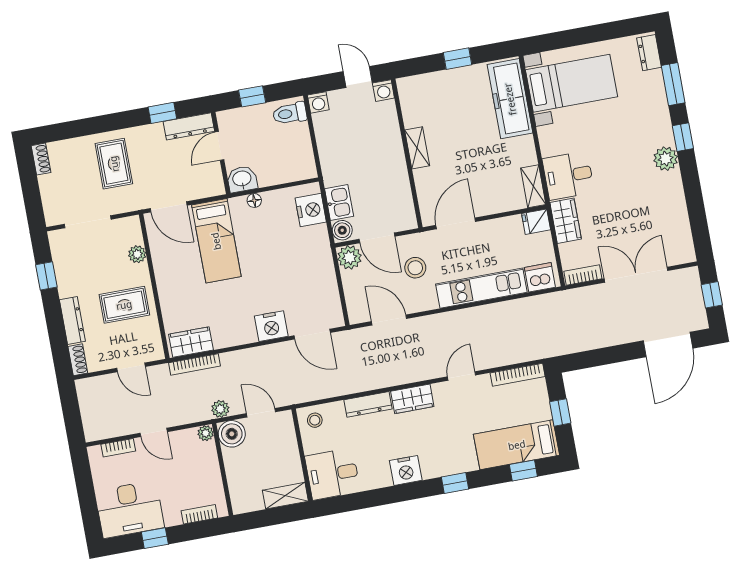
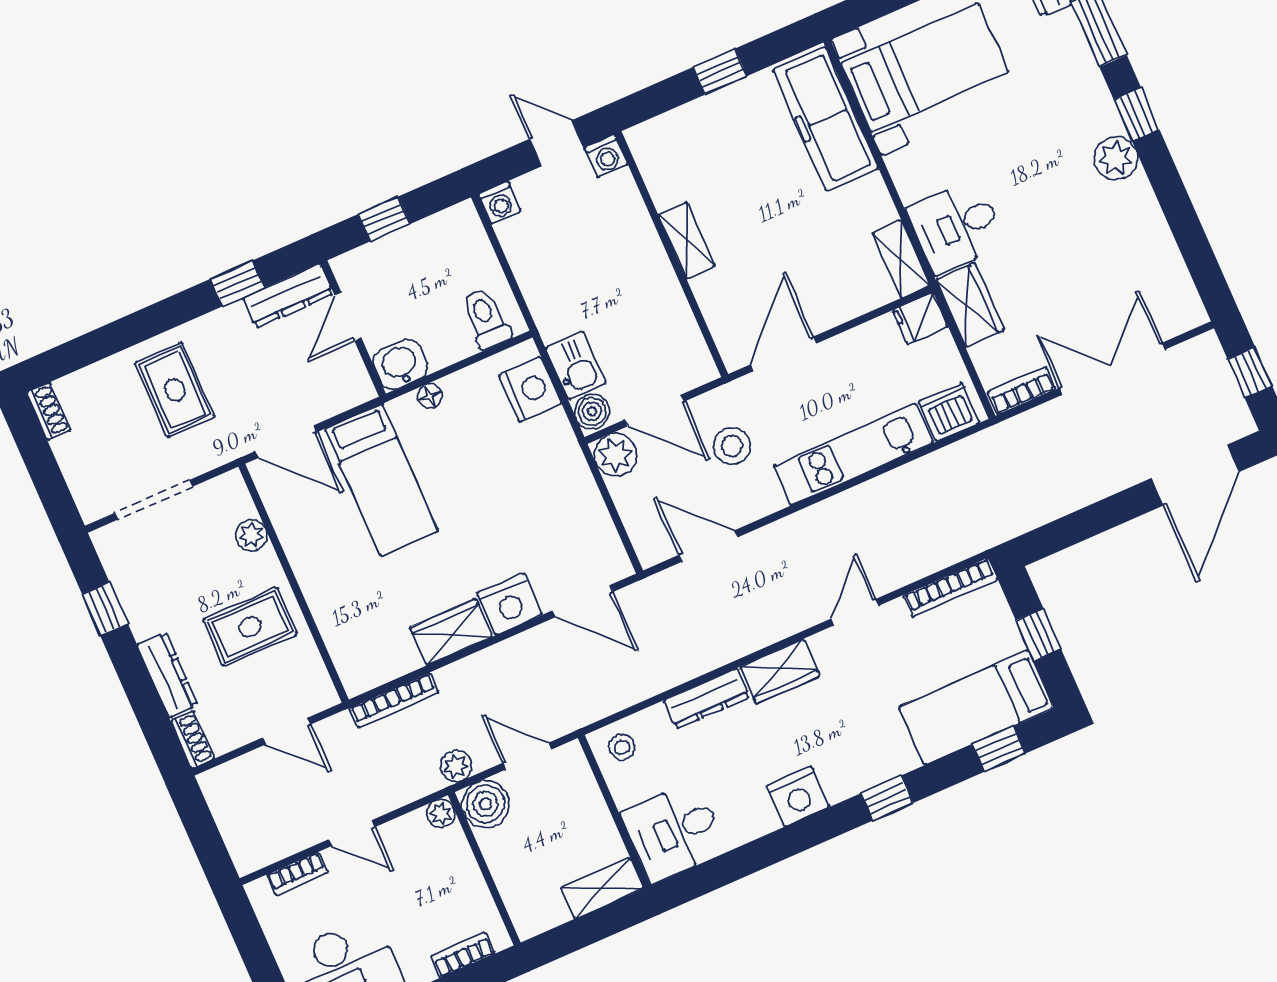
toilet: (290, 113) -> (486, 318), moved, turned 90
wardrobe: (191, 342) -> (451, 632), moved

